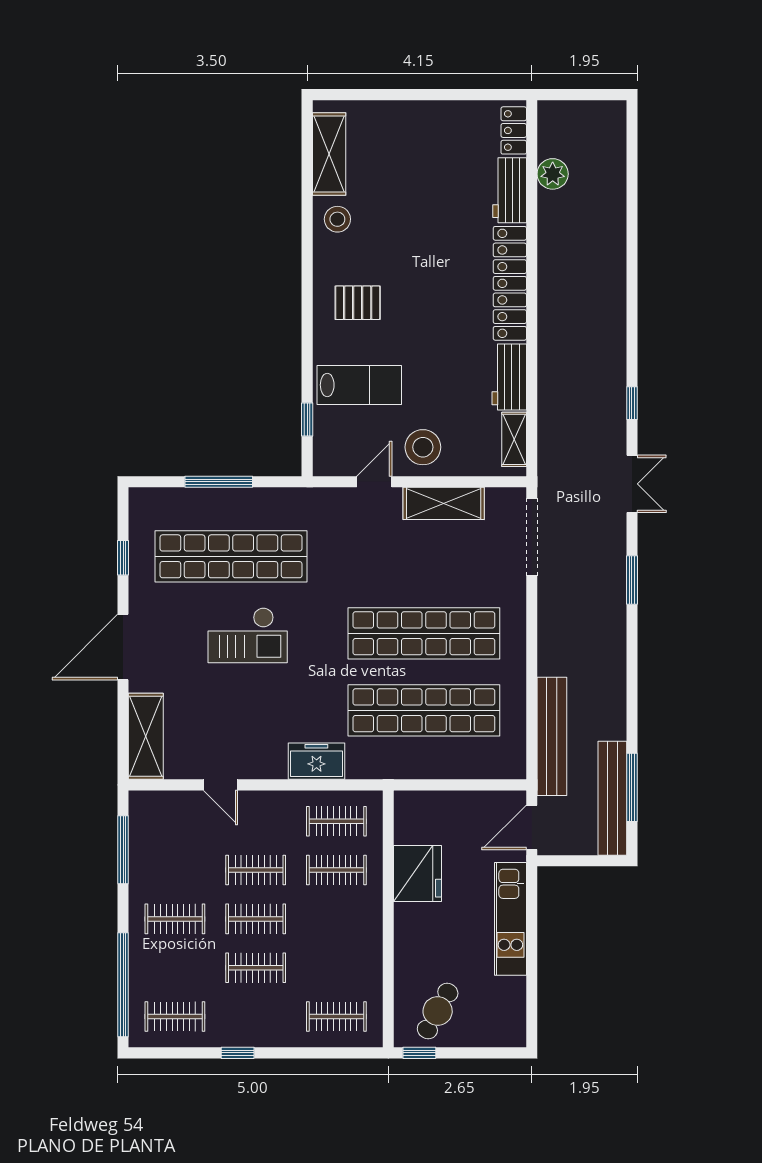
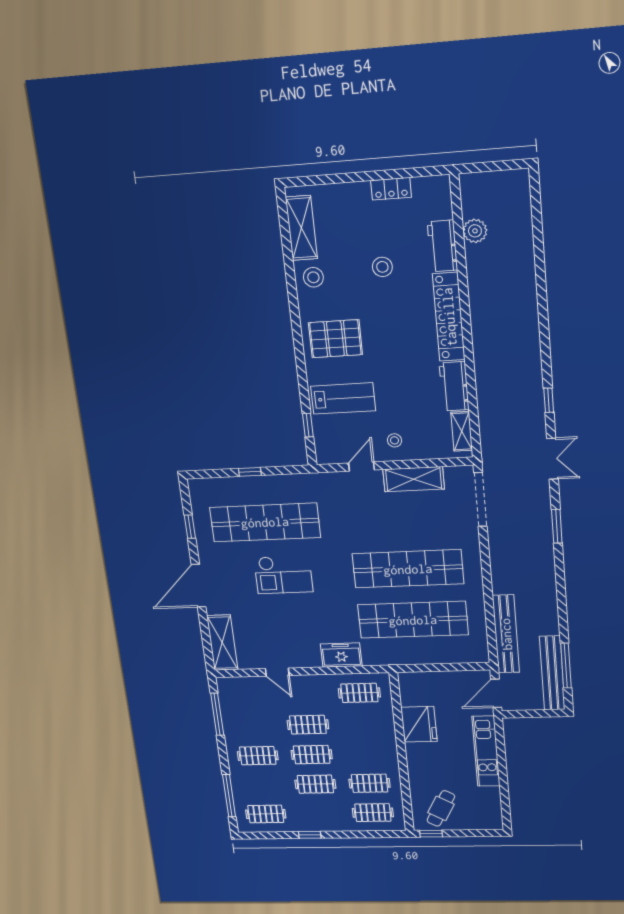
locker: (514, 130) -> (391, 189), moved, turned -90
stool: (429, 212) -> (382, 267), added
pallet: (358, 303) -> (335, 339), width x1.50, depth x1.42
stool: (423, 447) -> (394, 440), width x0.53, depth x0.53
window: (219, 482) -> (250, 472), width x0.46
clothes rail: (336, 870) -> (370, 783), moved
window: (123, 985) -> (229, 796), width x0.68

